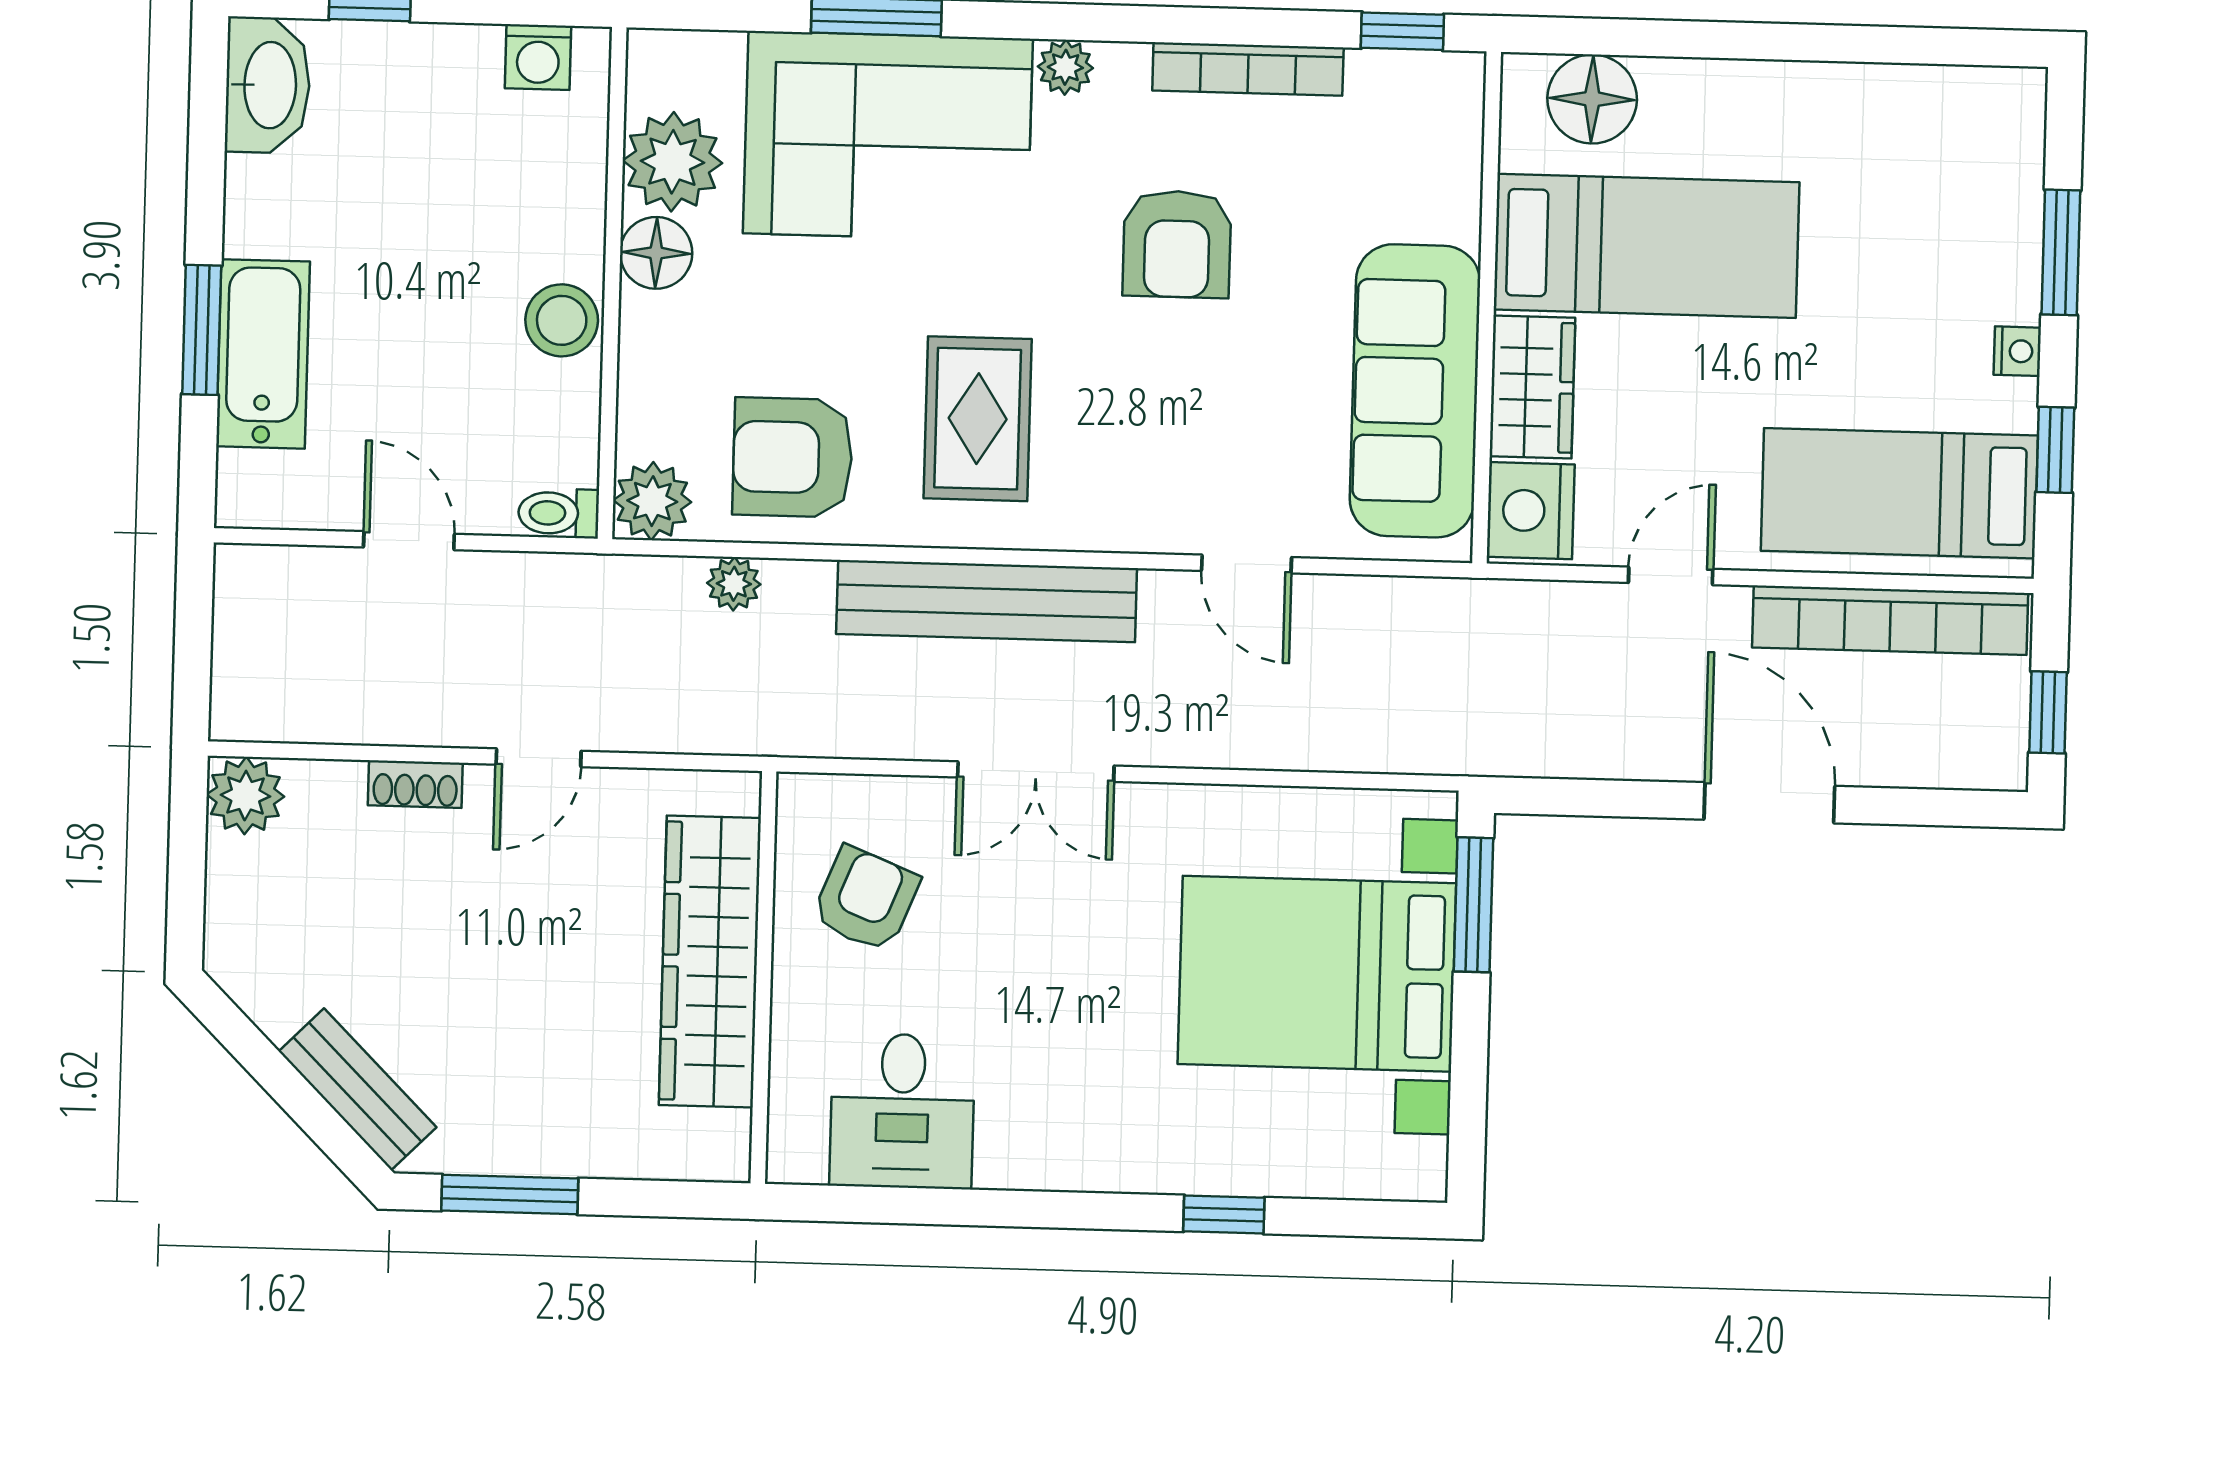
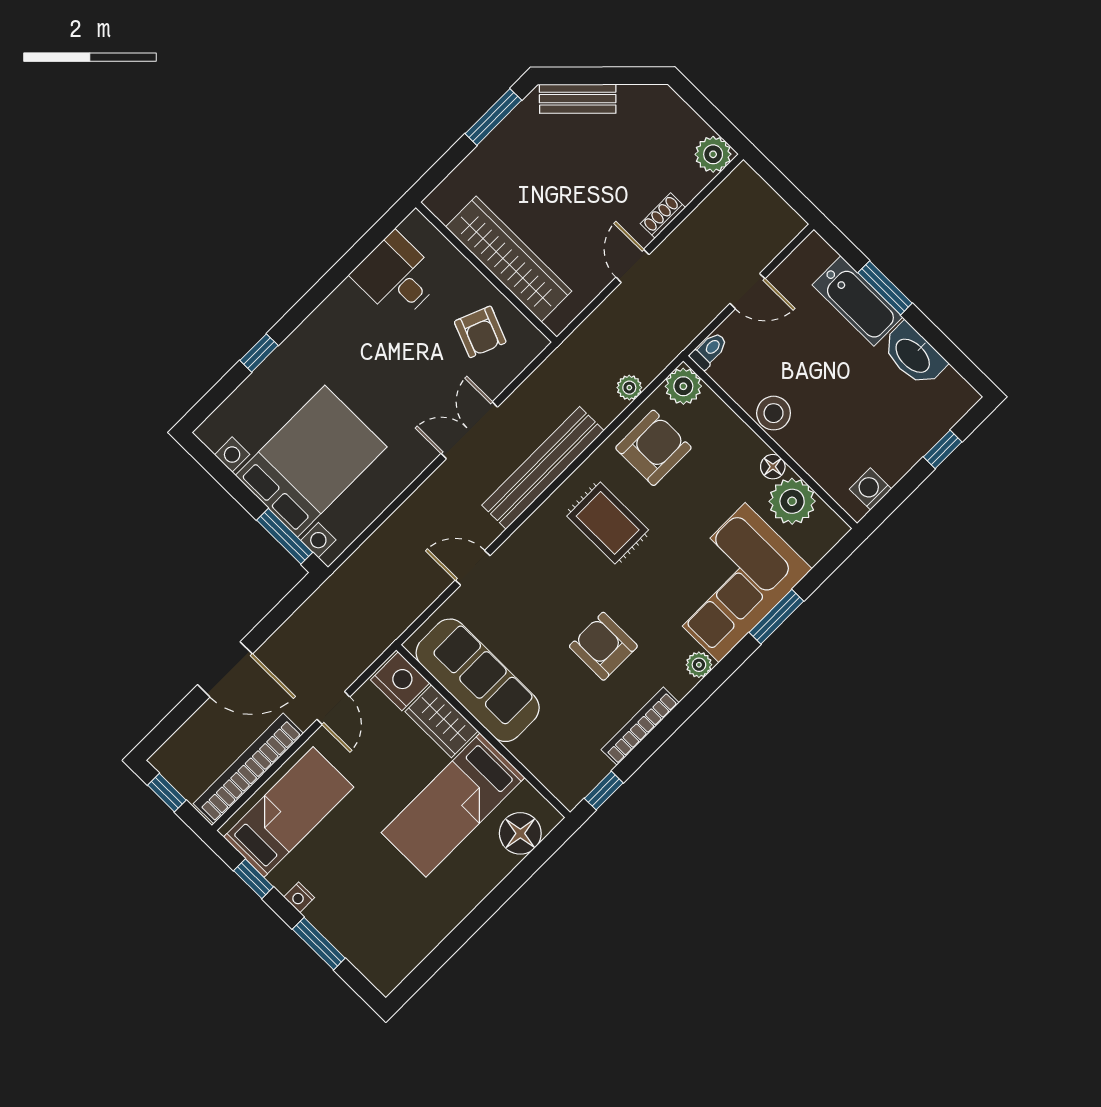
washbasin: (268, 85) -> (913, 355), moved
floor lamp: (656, 253) -> (773, 467), width x0.73, depth x0.73

